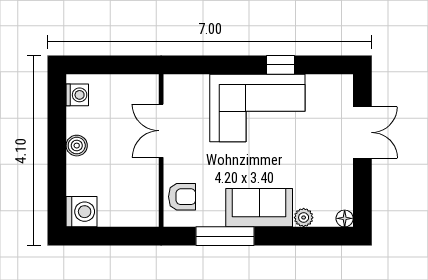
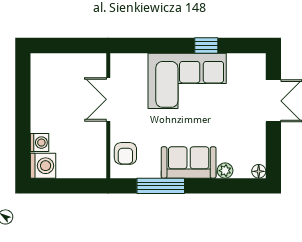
washing machine: (77, 95) -> (40, 143), moved
boiler: (77, 146) -> (39, 111), removed
armchair: (182, 197) -> (125, 153), turned 90

